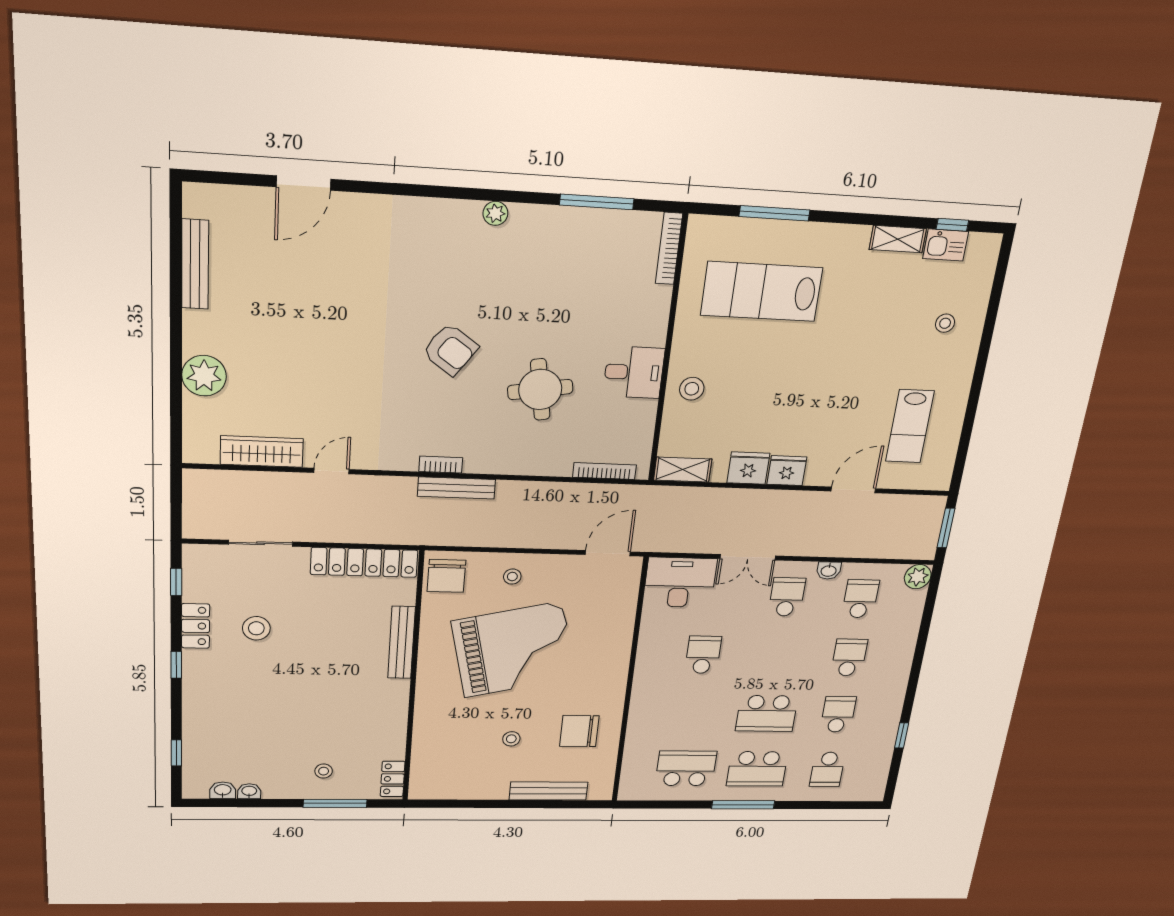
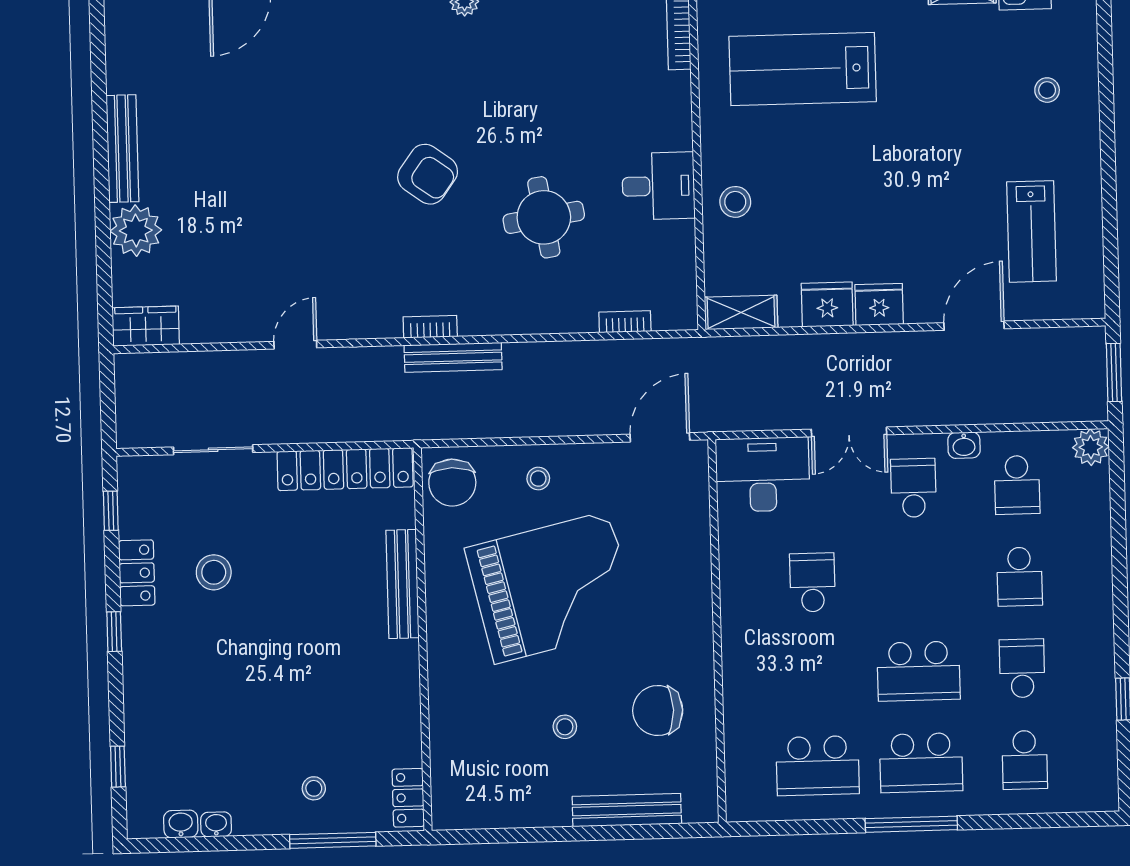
bench: (195, 264) -> (123, 149), moved
wardrobe: (262, 452) -> (146, 326), moved, width x0.67
bookcase: (604, 471) -> (625, 322), width x0.64
school desk: (860, 599) -> (1017, 485), turned 180
school desk: (849, 657) -> (1020, 577), turned 180
school desk: (686, 768) -> (818, 766), turned 180

